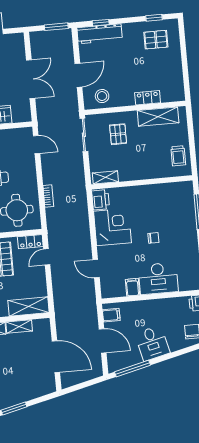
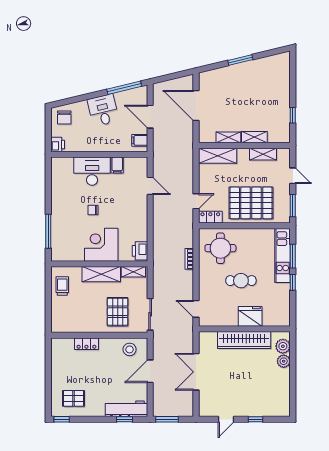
window: (154, 18) -> (62, 419), moved
shelving: (158, 117) -> (101, 274), moved
pallet: (118, 134) -> (118, 312), width x1.50, depth x1.42
corner desk: (112, 227) -> (101, 245), moved, turned 90

